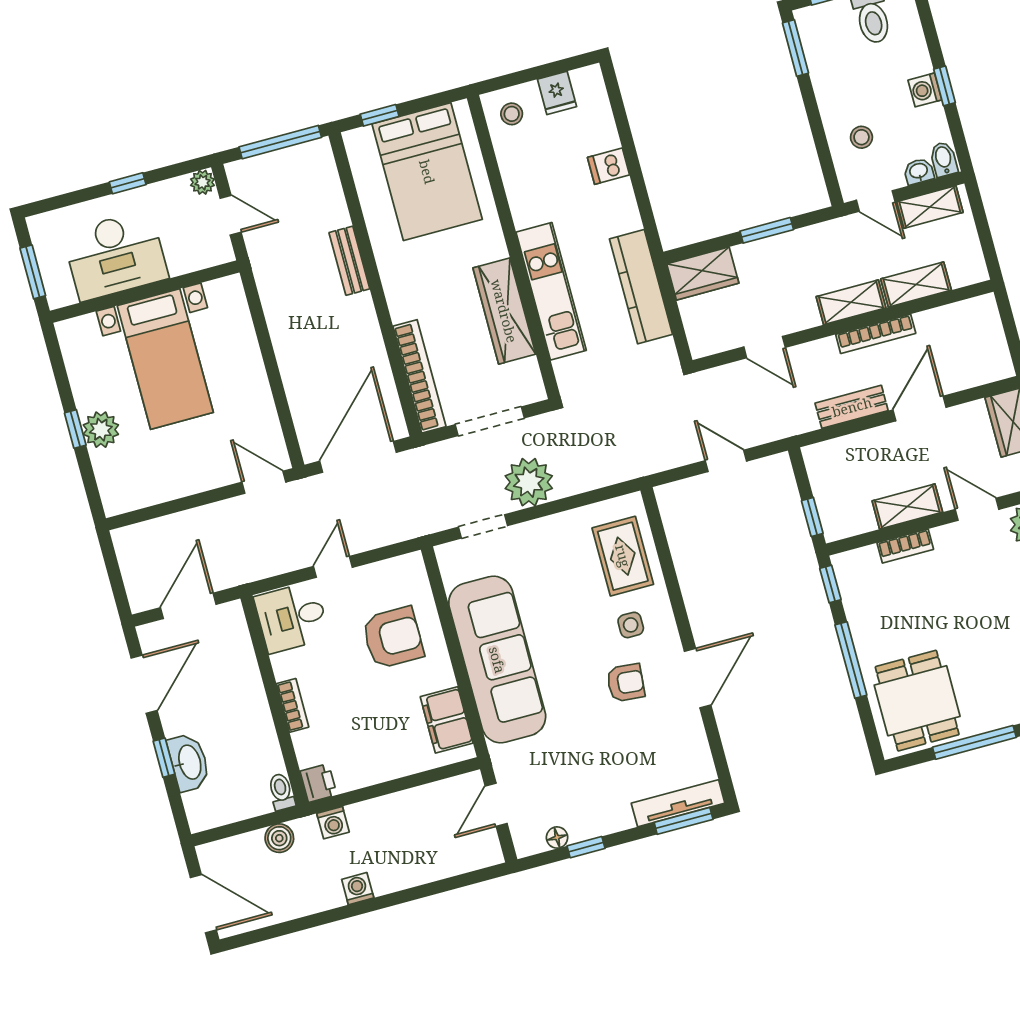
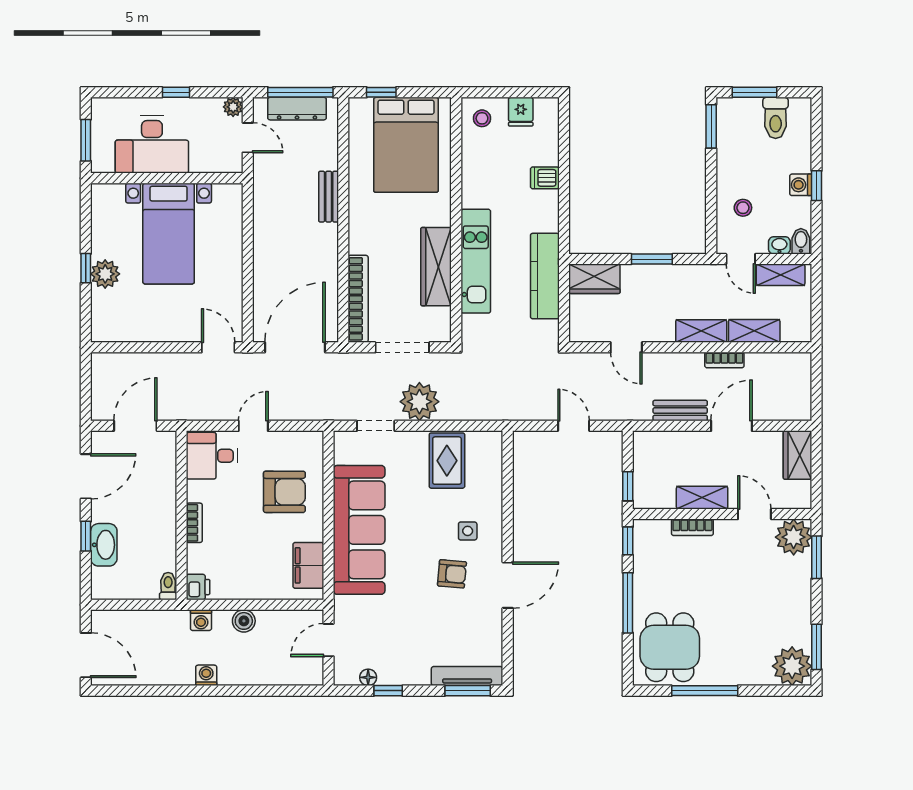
dresser: (281, 163) -> (297, 109), added
bookcase: (876, 334) -> (724, 360), width x0.64
rug: (623, 556) -> (447, 461), moved
boiler: (279, 838) -> (244, 621), moved

